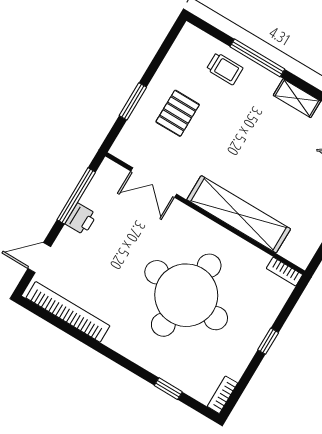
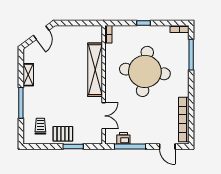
trolley: (225, 69) -> (40, 126), moved
pallet: (178, 113) -> (63, 134), moved
printer: (81, 219) -> (123, 138), moved
window: (168, 389) -> (191, 55), width x2.17

